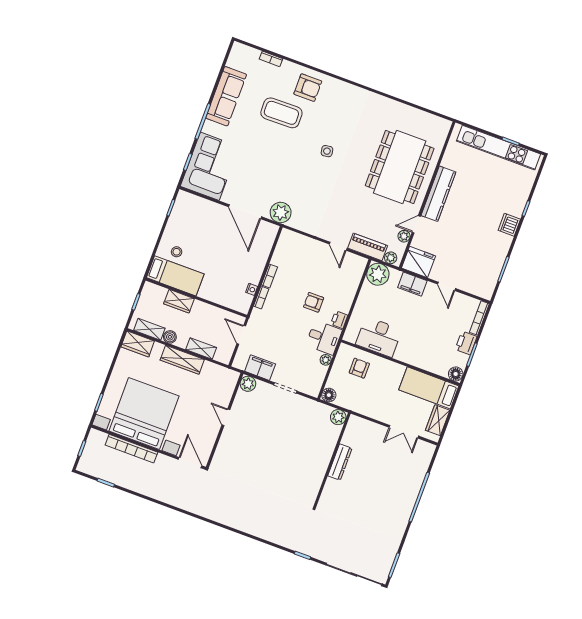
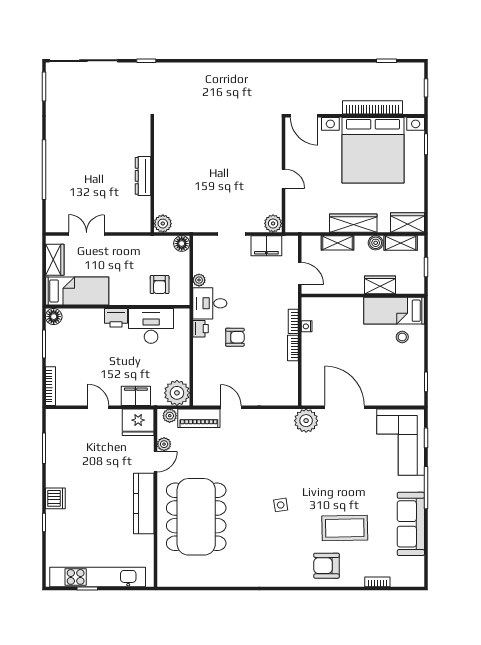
printer: (466, 343) -> (116, 318), moved, turned 90

